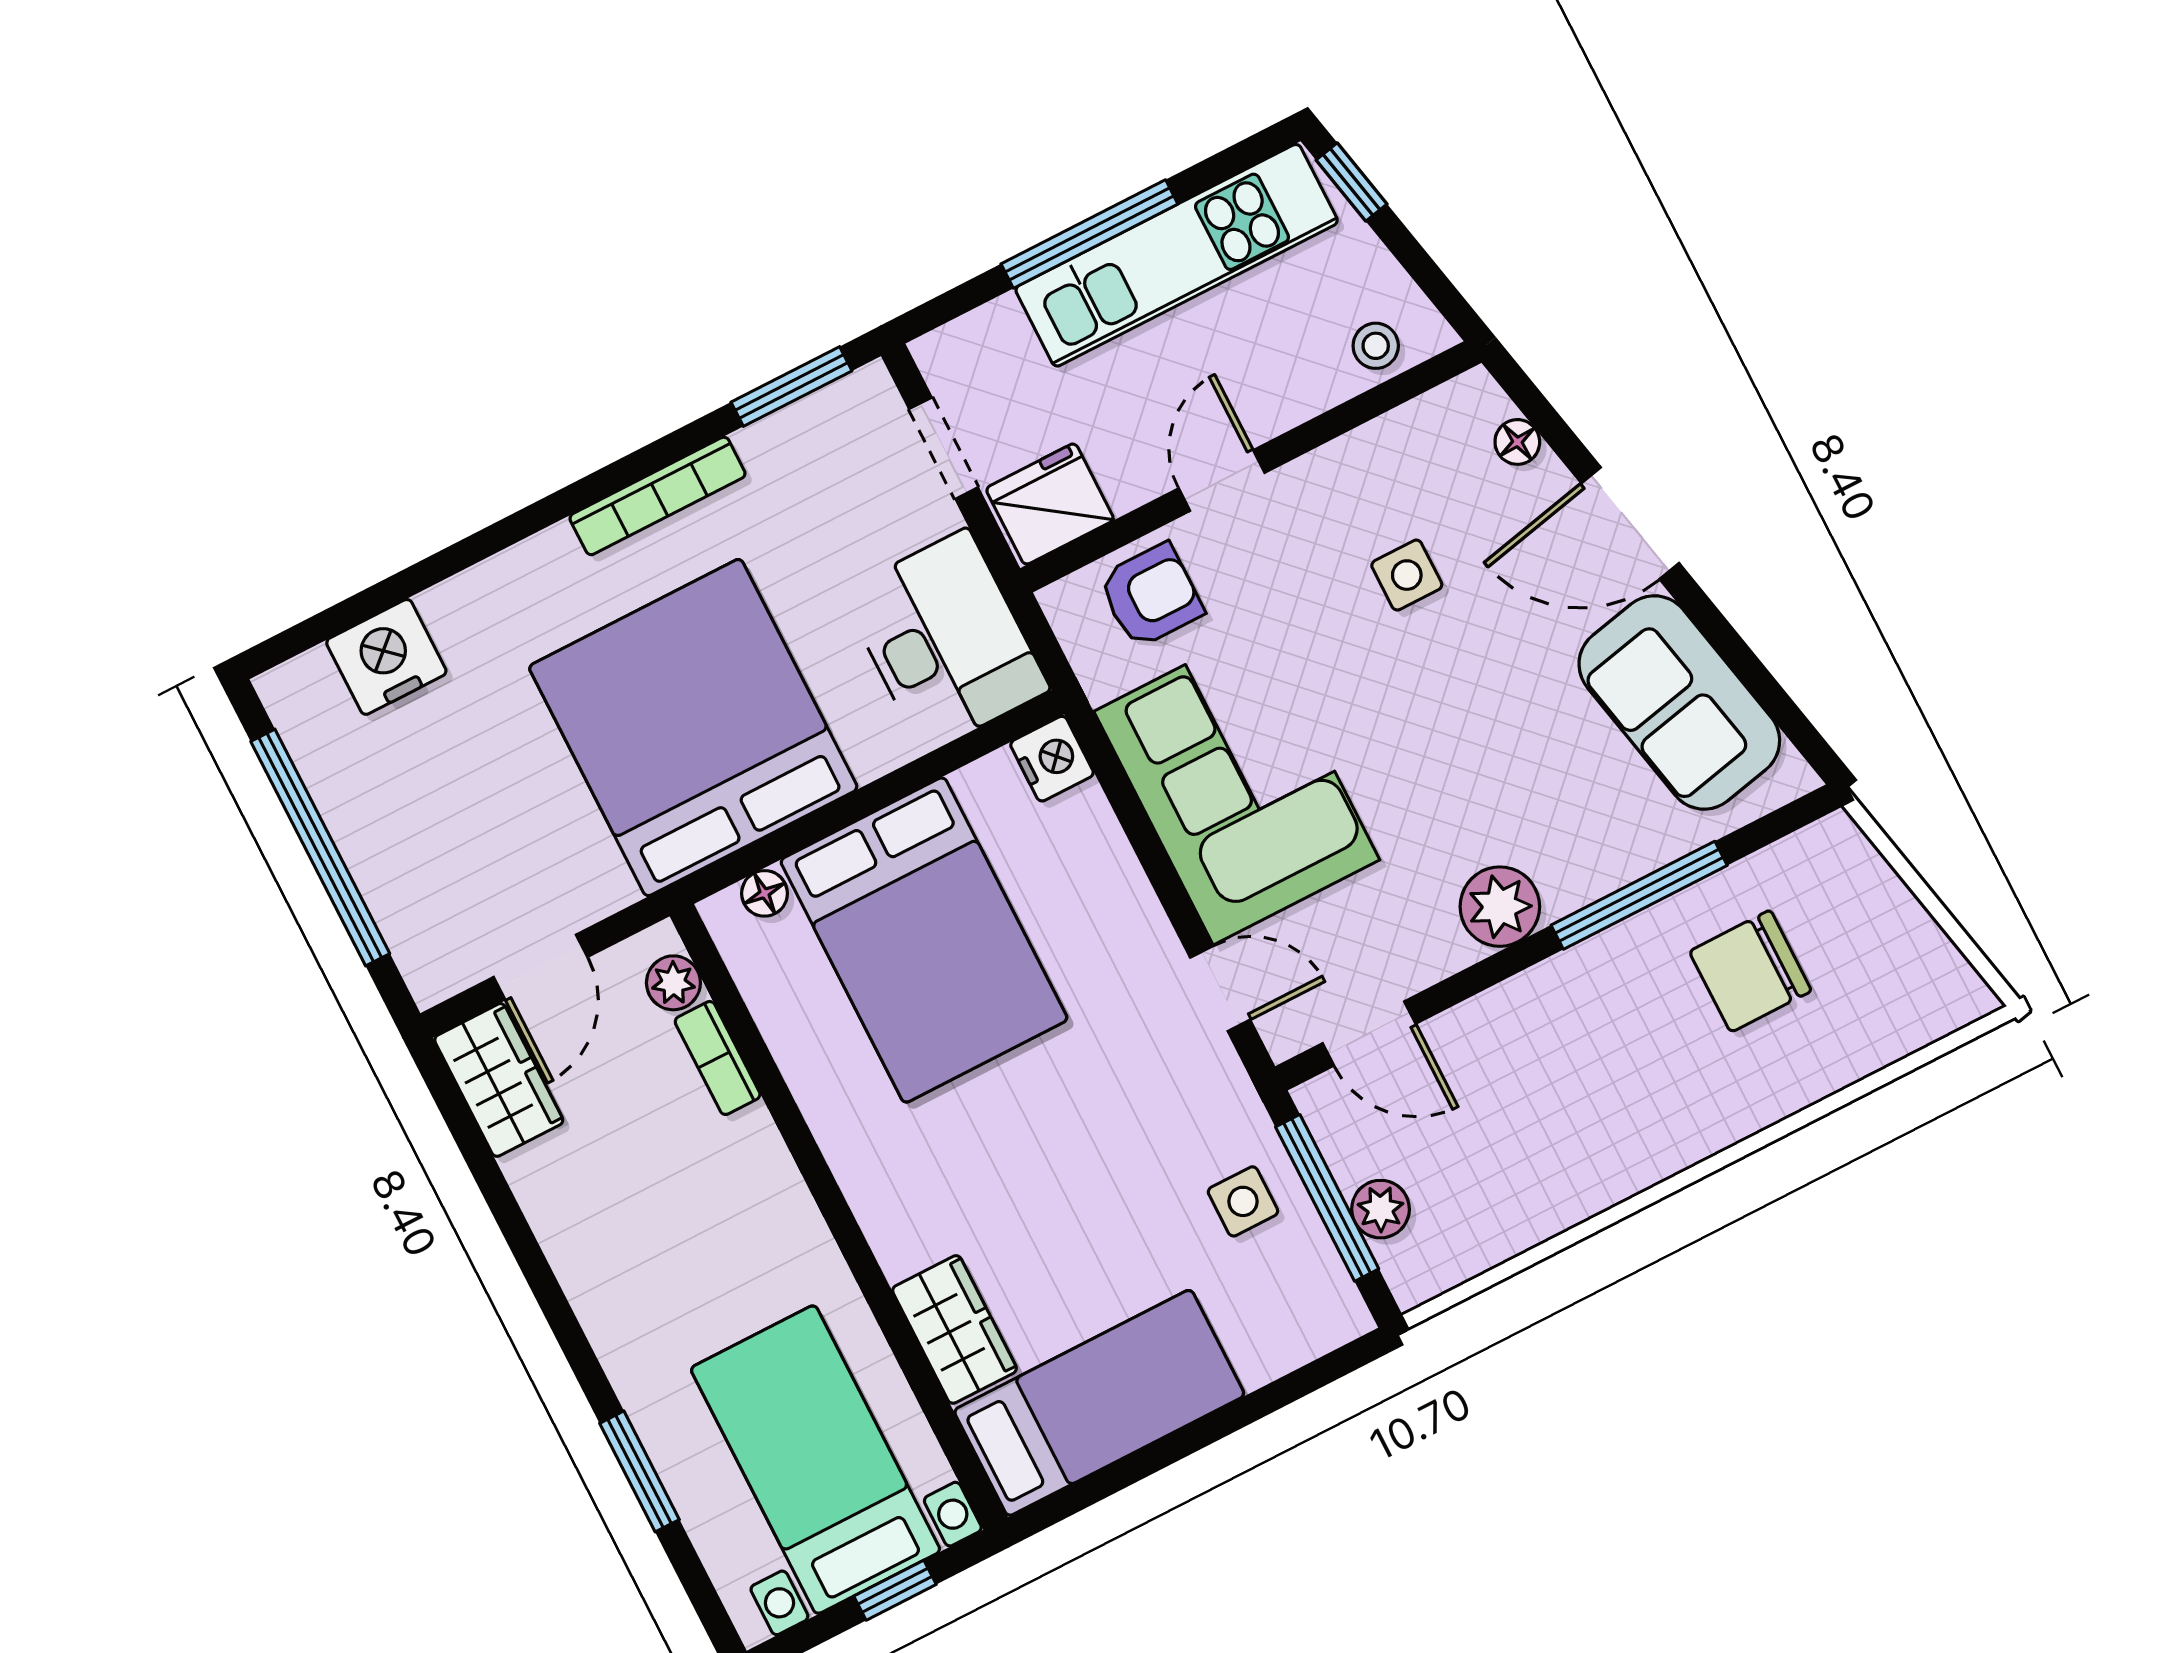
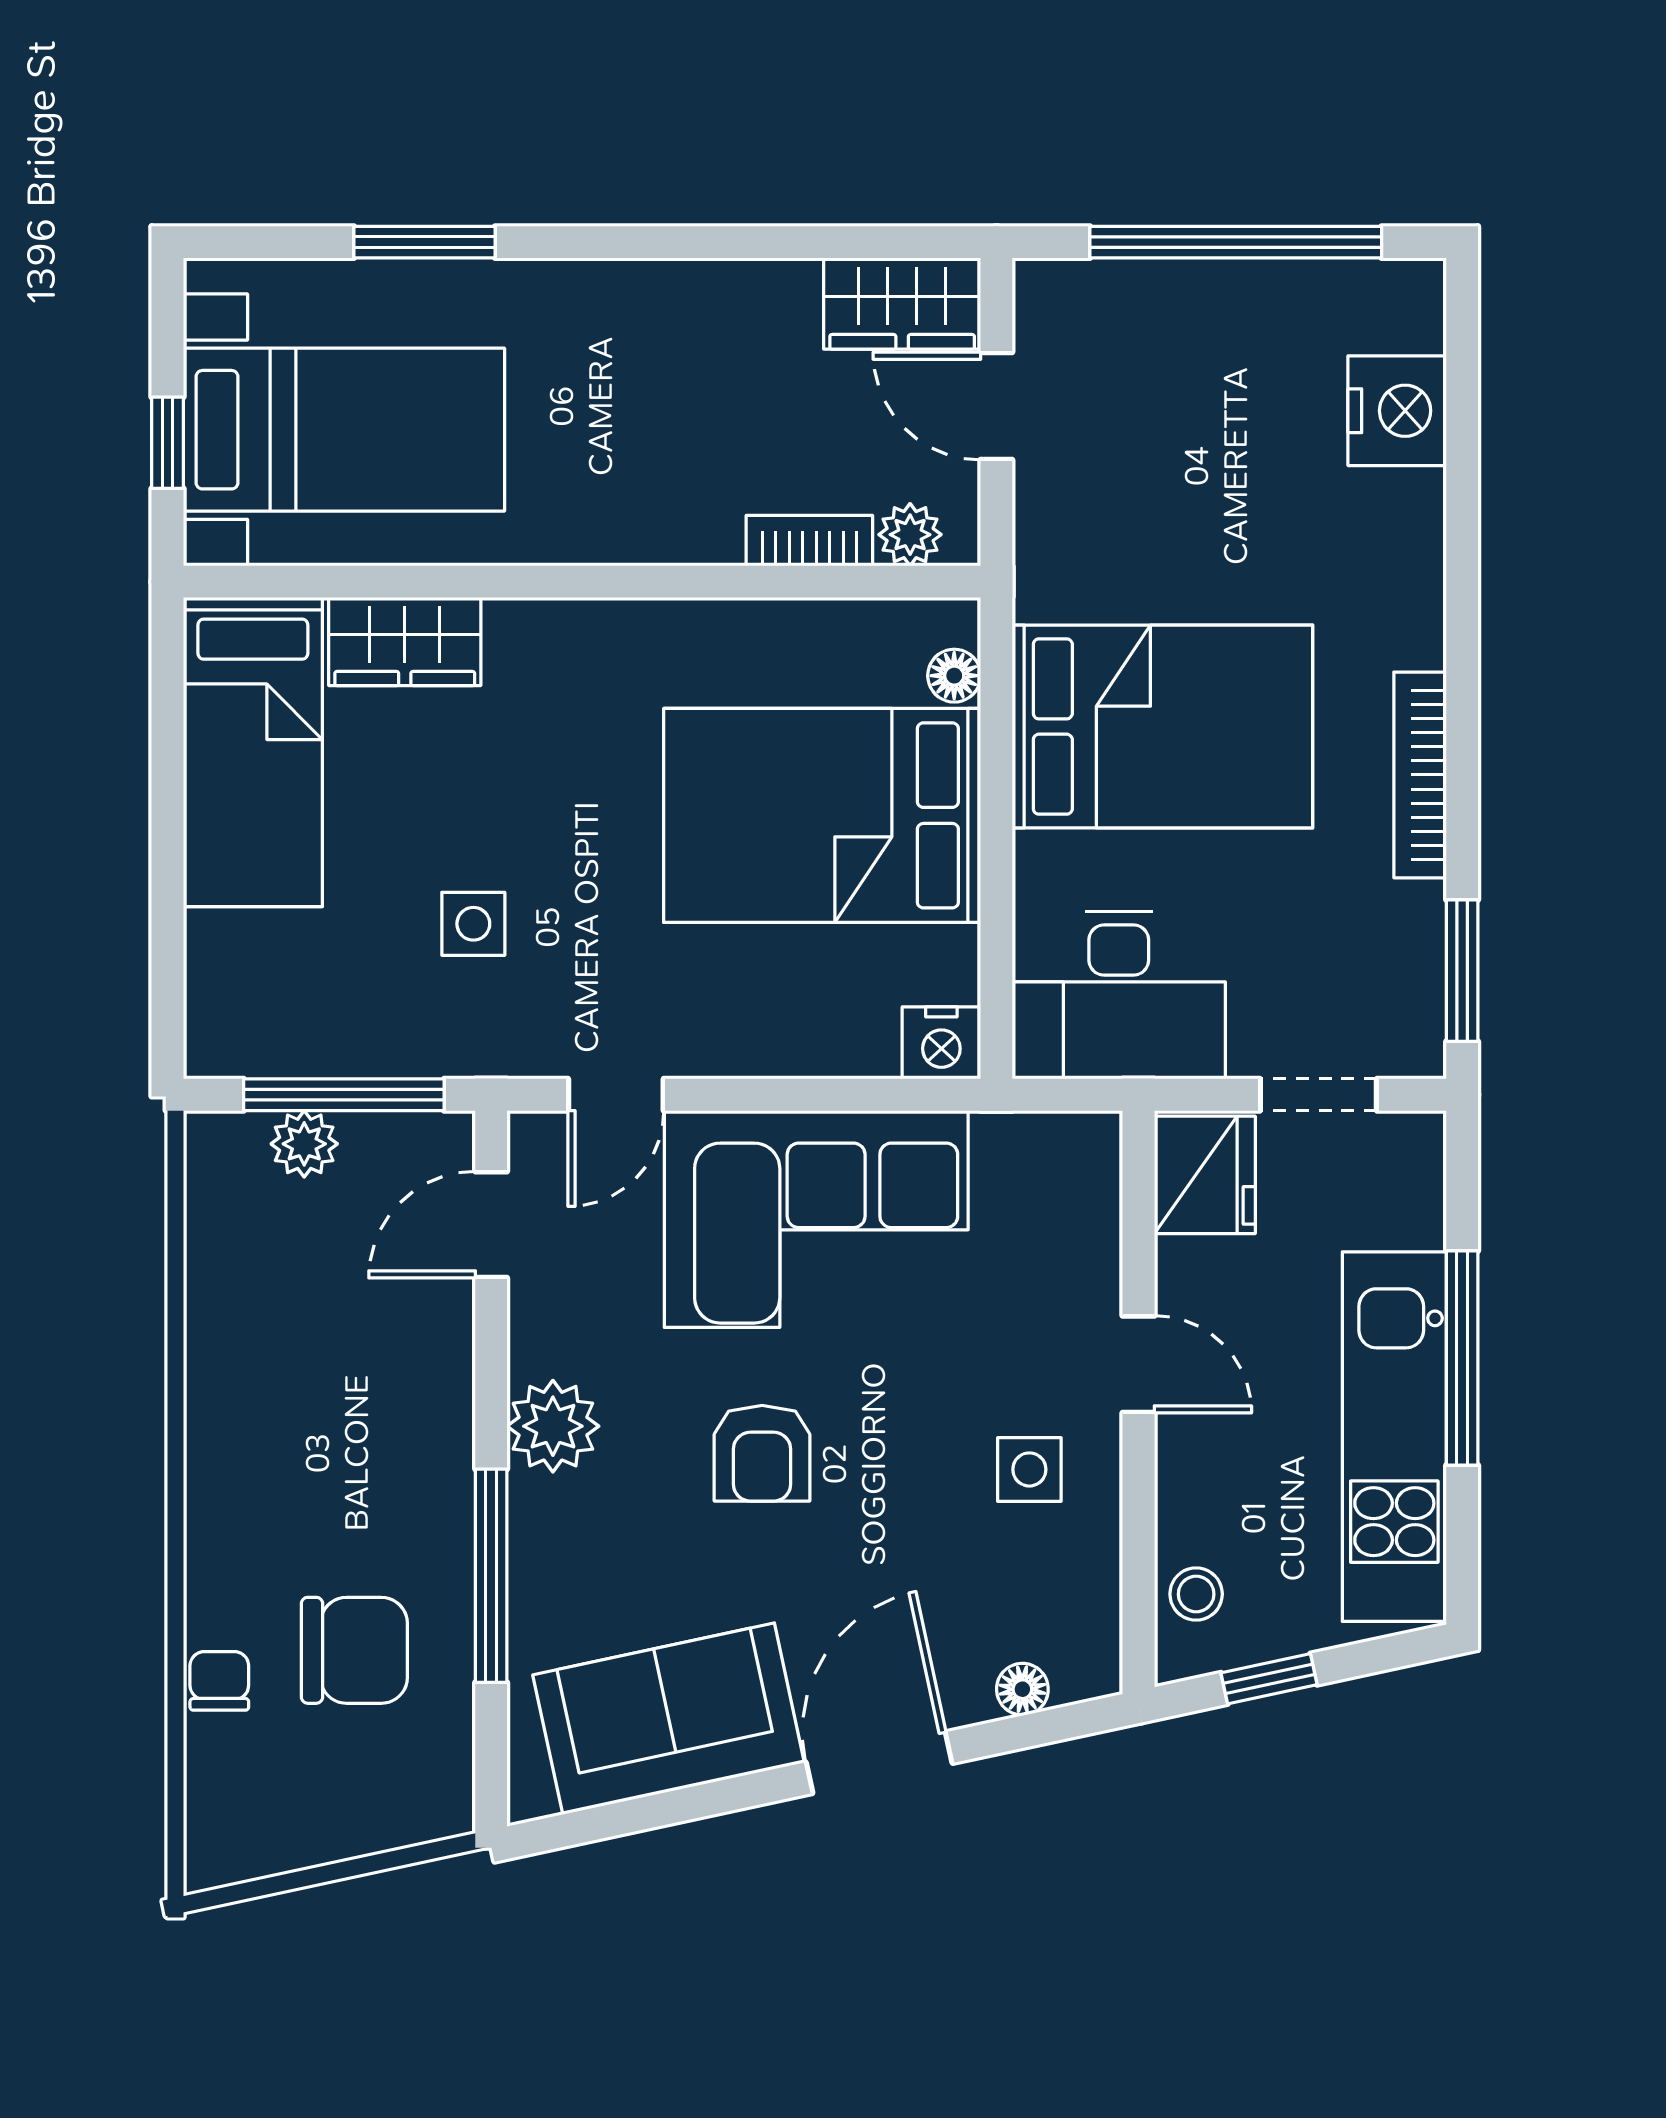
window: (1352, 182) -> (1269, 1679), moved
side table: (1407, 575) -> (1029, 1469), moved
armchair: (1151, 595) -> (762, 1453), moved
bed: (693, 728) -> (1162, 727), width x0.73
chair: (1750, 971) -> (354, 1650), turned 90
chair: (1827, 1063) -> (219, 1681), added
side table: (1243, 1201) -> (473, 924), moved

